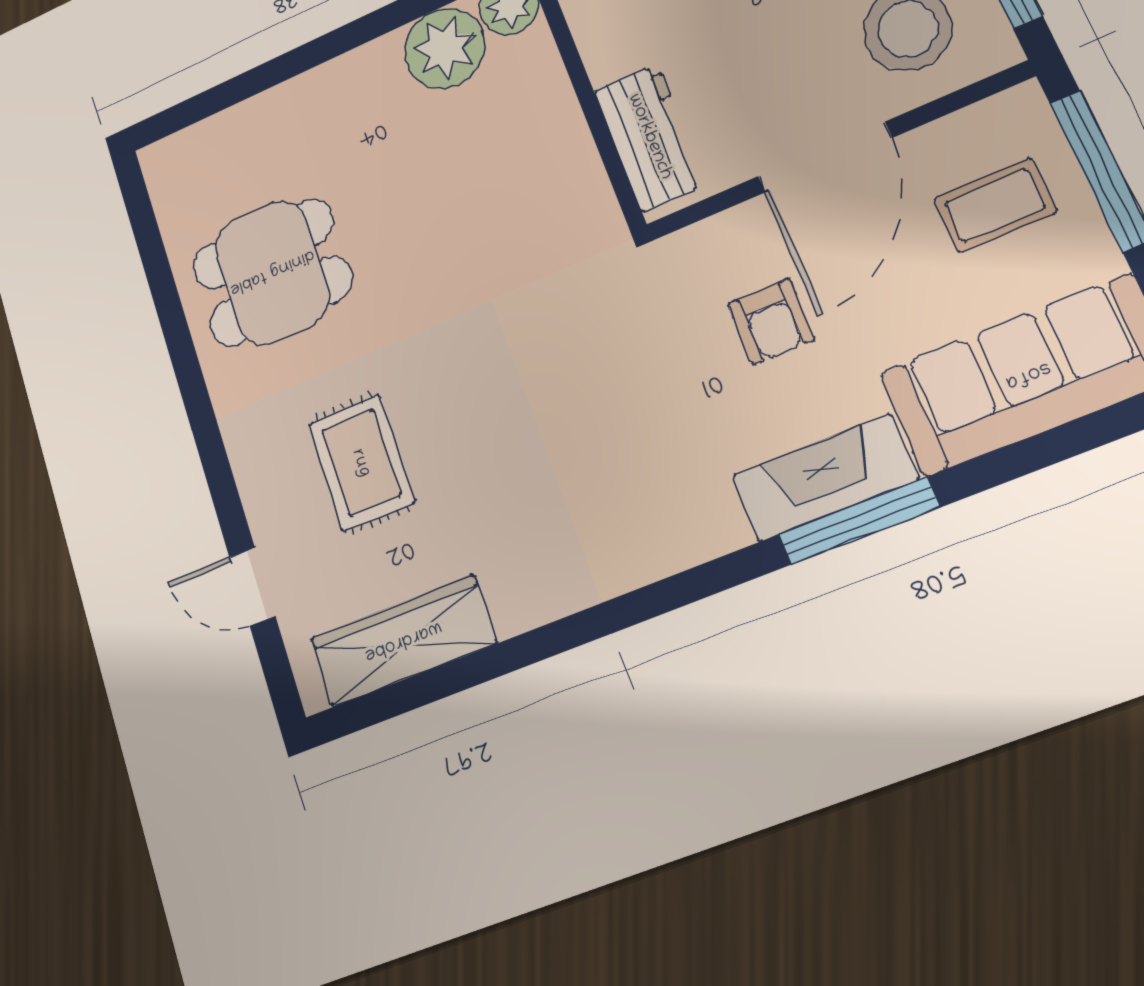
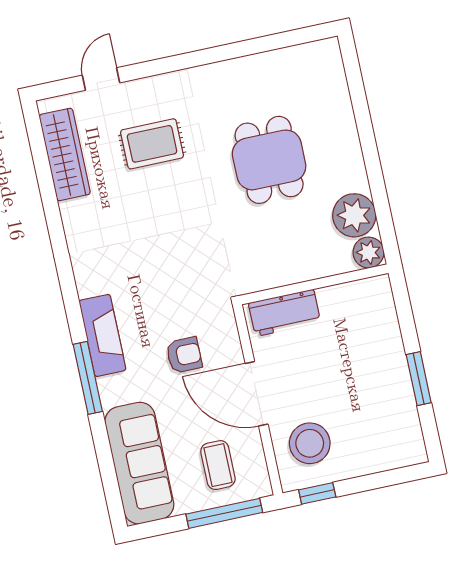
dining table: (272, 272) -> (269, 160), moved
armchair: (771, 321) -> (184, 355), turned 180
fireplace: (825, 478) -> (102, 335), moved

